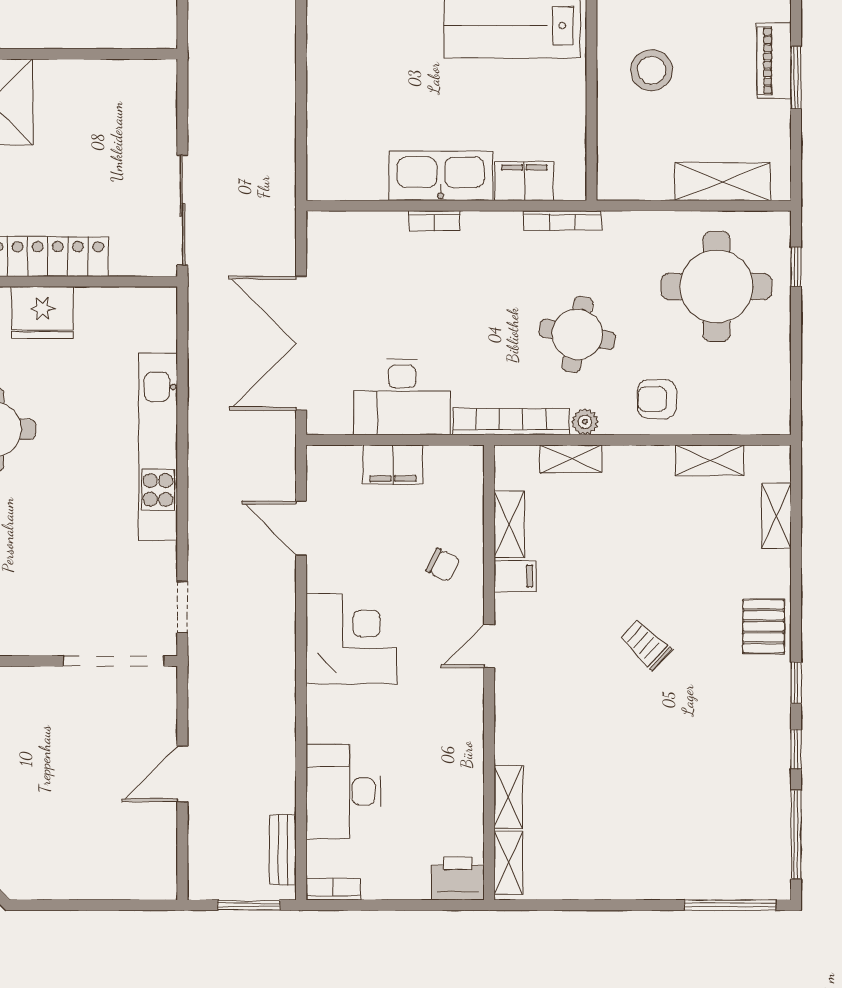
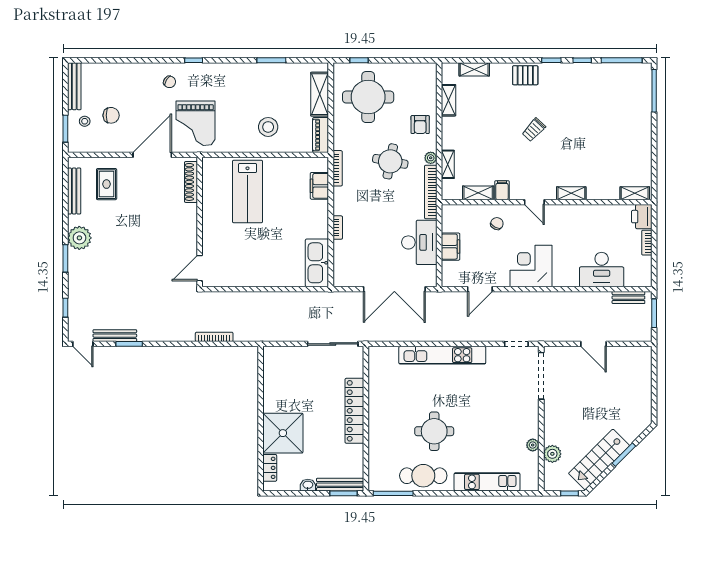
piano: (774, 61) -> (321, 135), moved, turned 90
kitchen sink: (441, 176) -> (317, 263), moved
fridge: (43, 313) -> (380, 409), removed
shelving: (508, 797) -> (571, 193), moved
bookcase: (333, 889) -> (647, 243), moved

